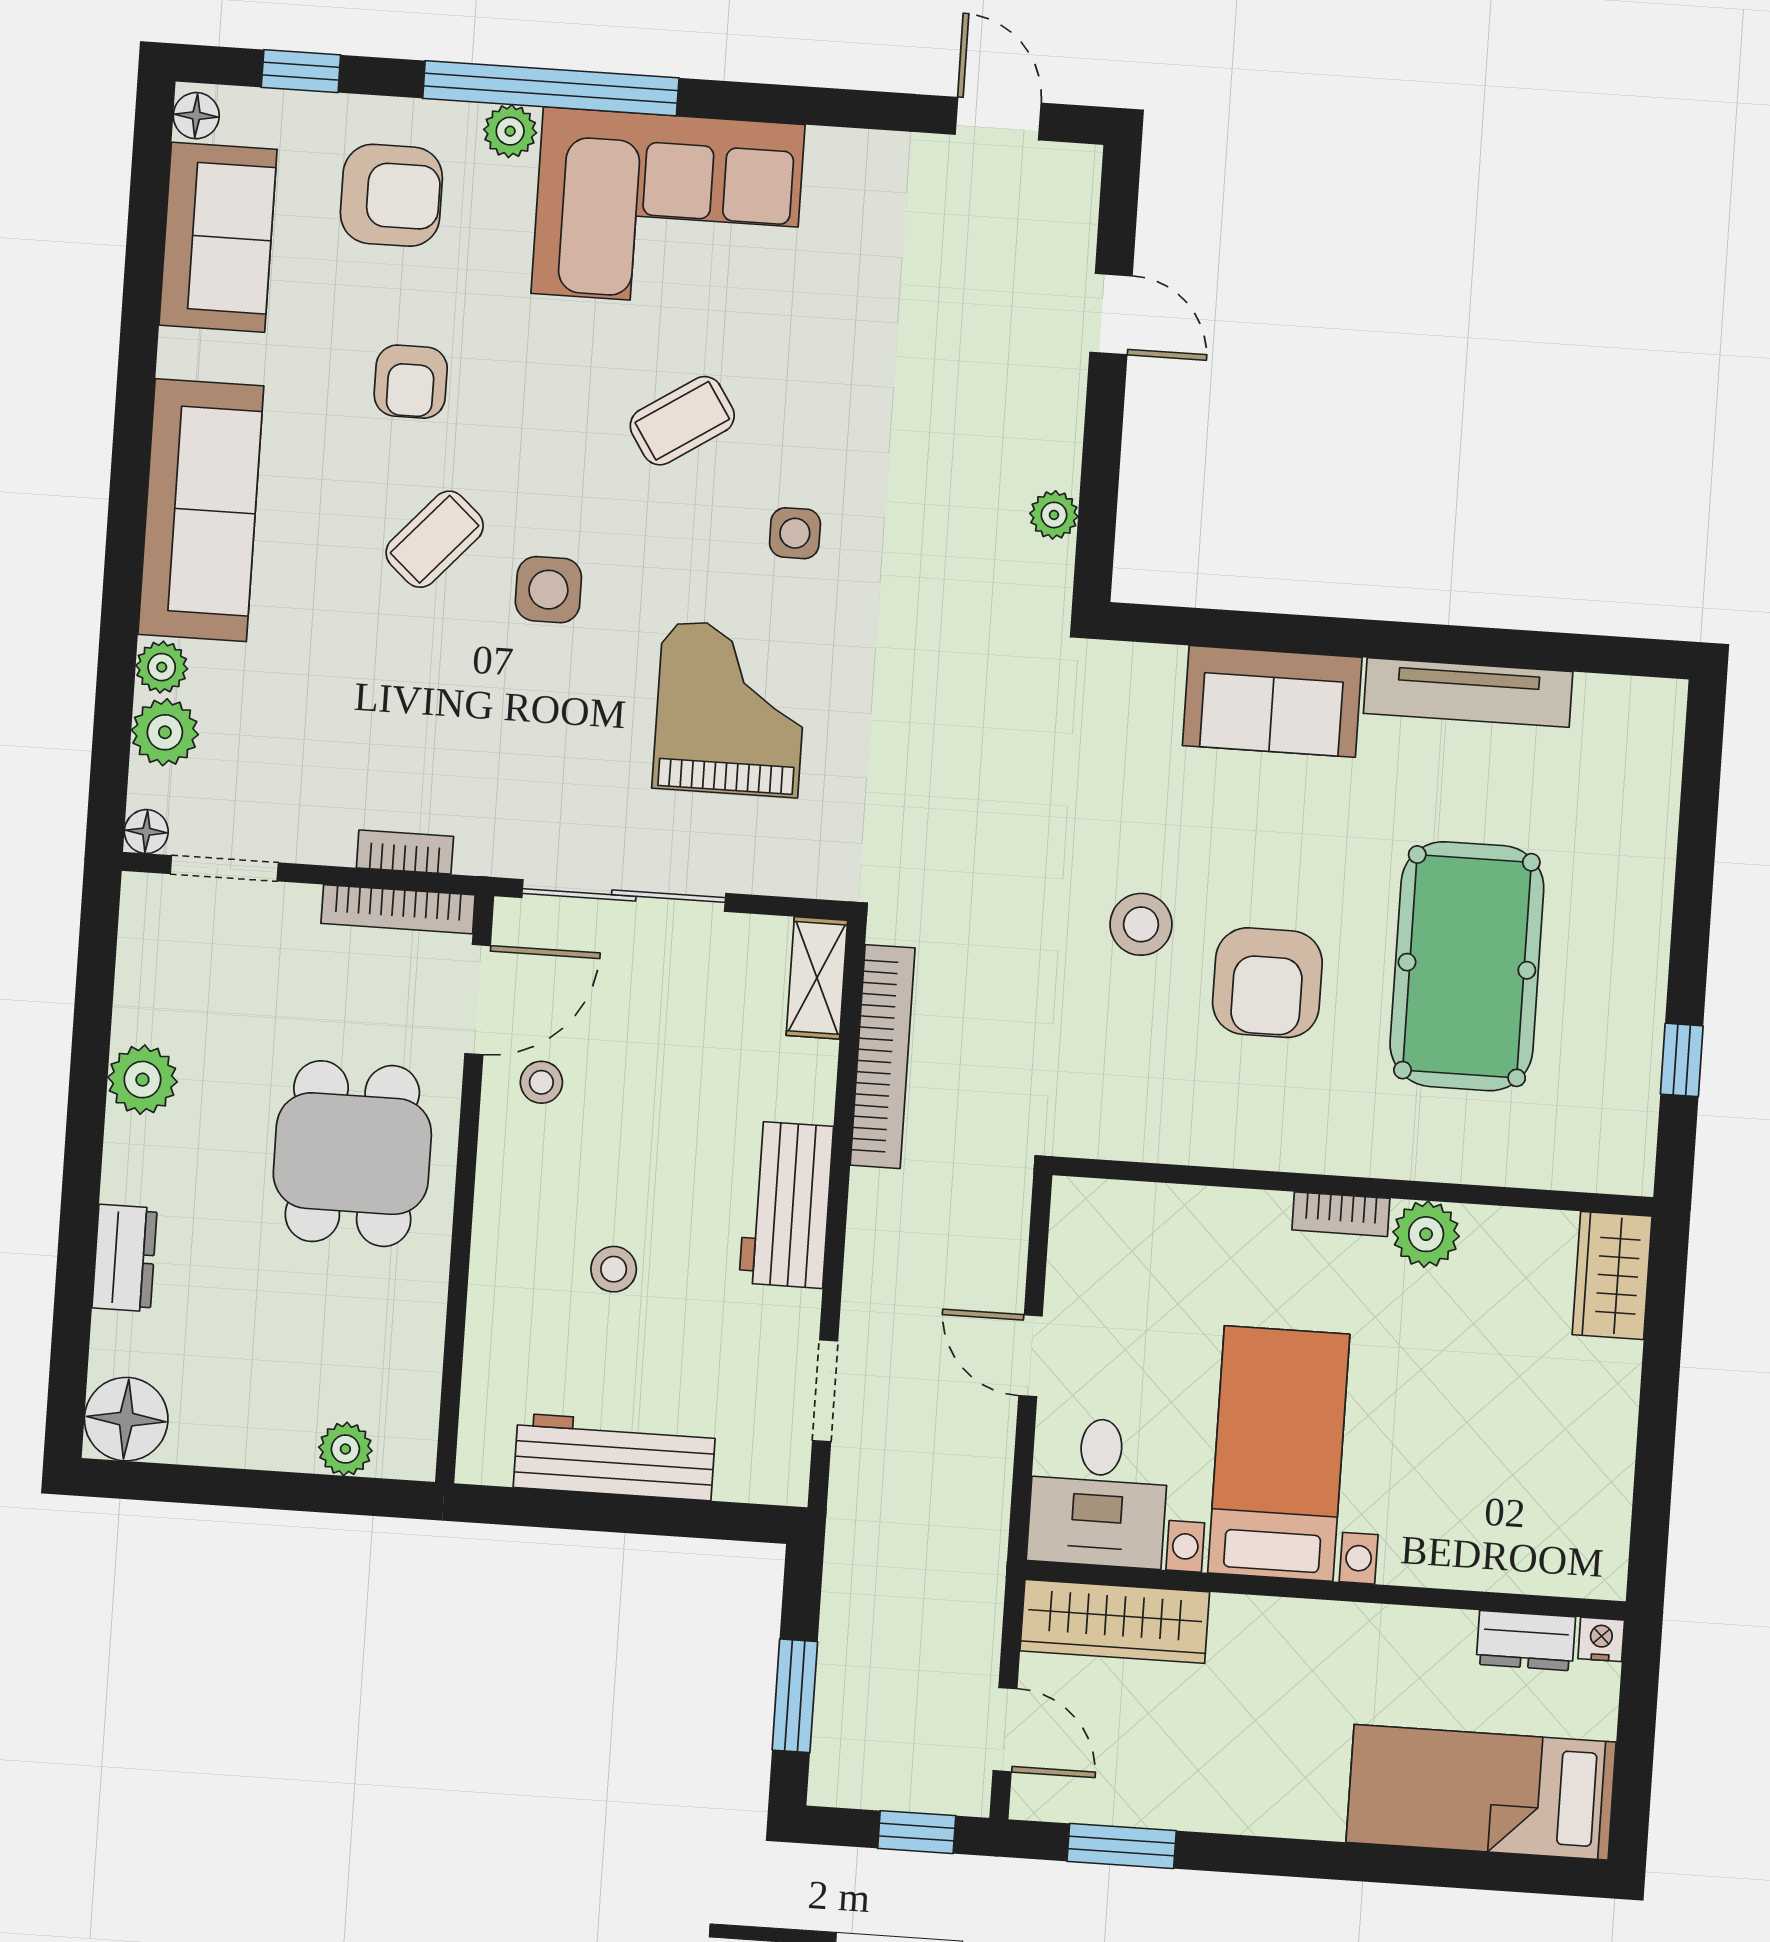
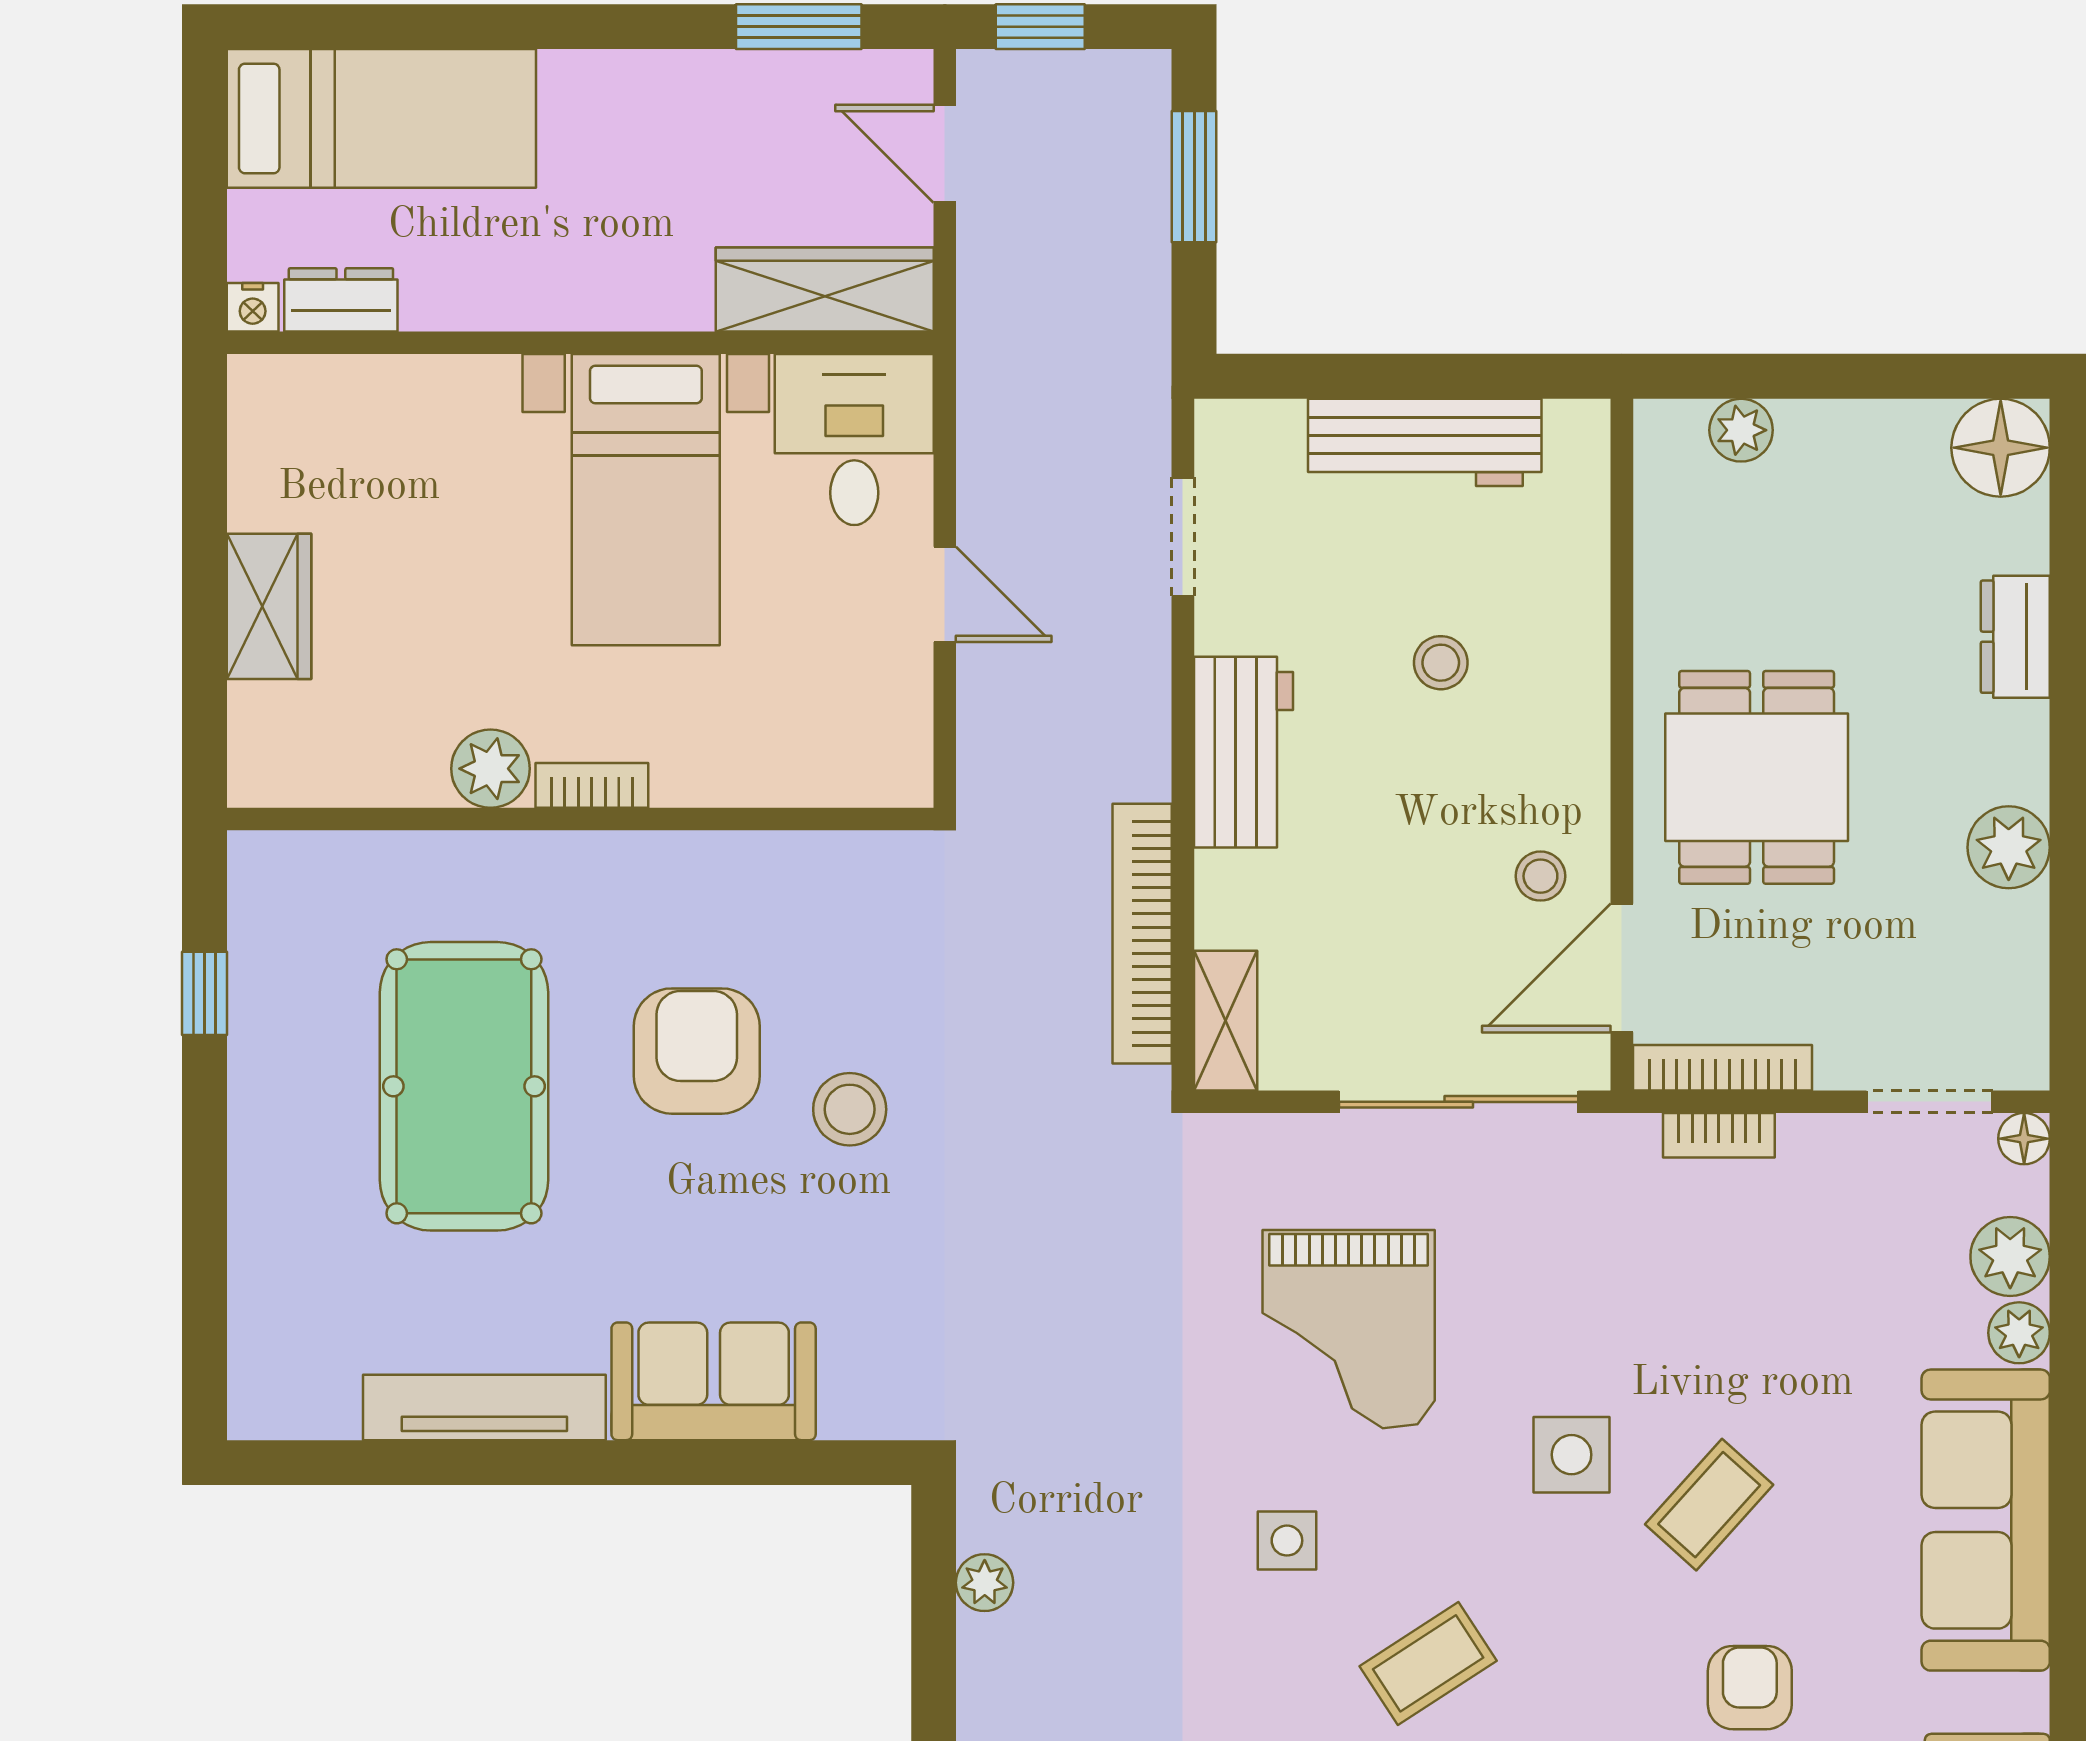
wardrobe: (1612, 1275) -> (269, 606), moved

